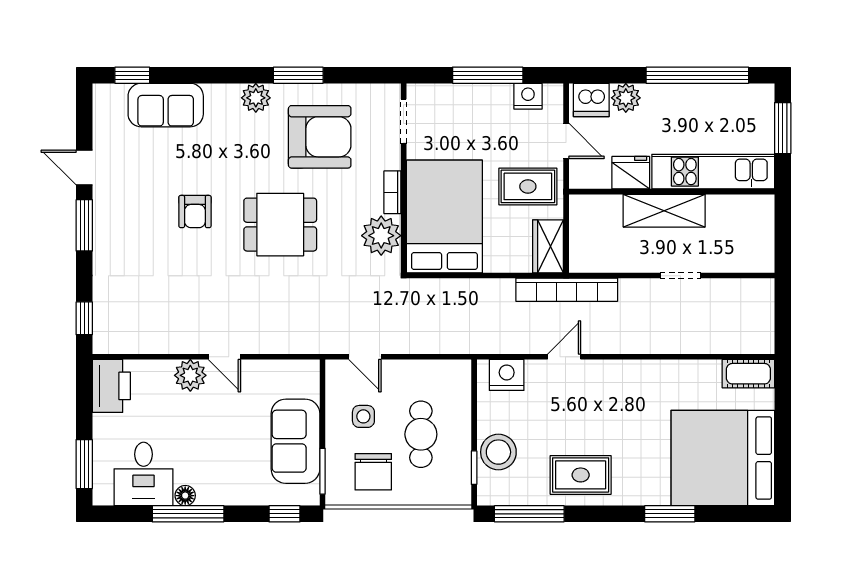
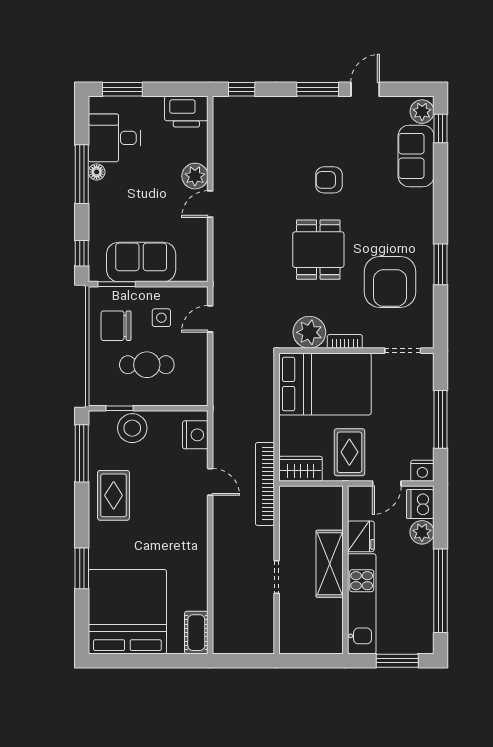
nightstand: (528, 96) -> (422, 471), moved, turned 90
plant: (256, 98) -> (422, 112), moved

